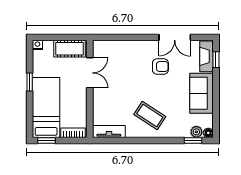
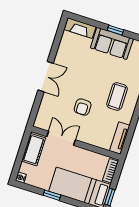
double door: (175, 37) -> (46, 77), moved
window: (216, 60) -> (115, 30), moved
armchair: (160, 66) -> (83, 107), moved, turned 180
coffee table: (150, 115) -> (117, 96), turned -33

